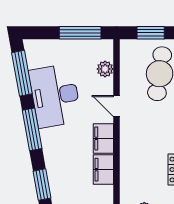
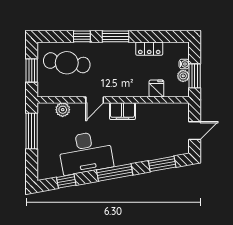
window: (22, 73) -> (66, 181), width x0.46
filing cabinet: (103, 170) -> (149, 111), removed
fridge: (130, 178) -> (156, 89), added

